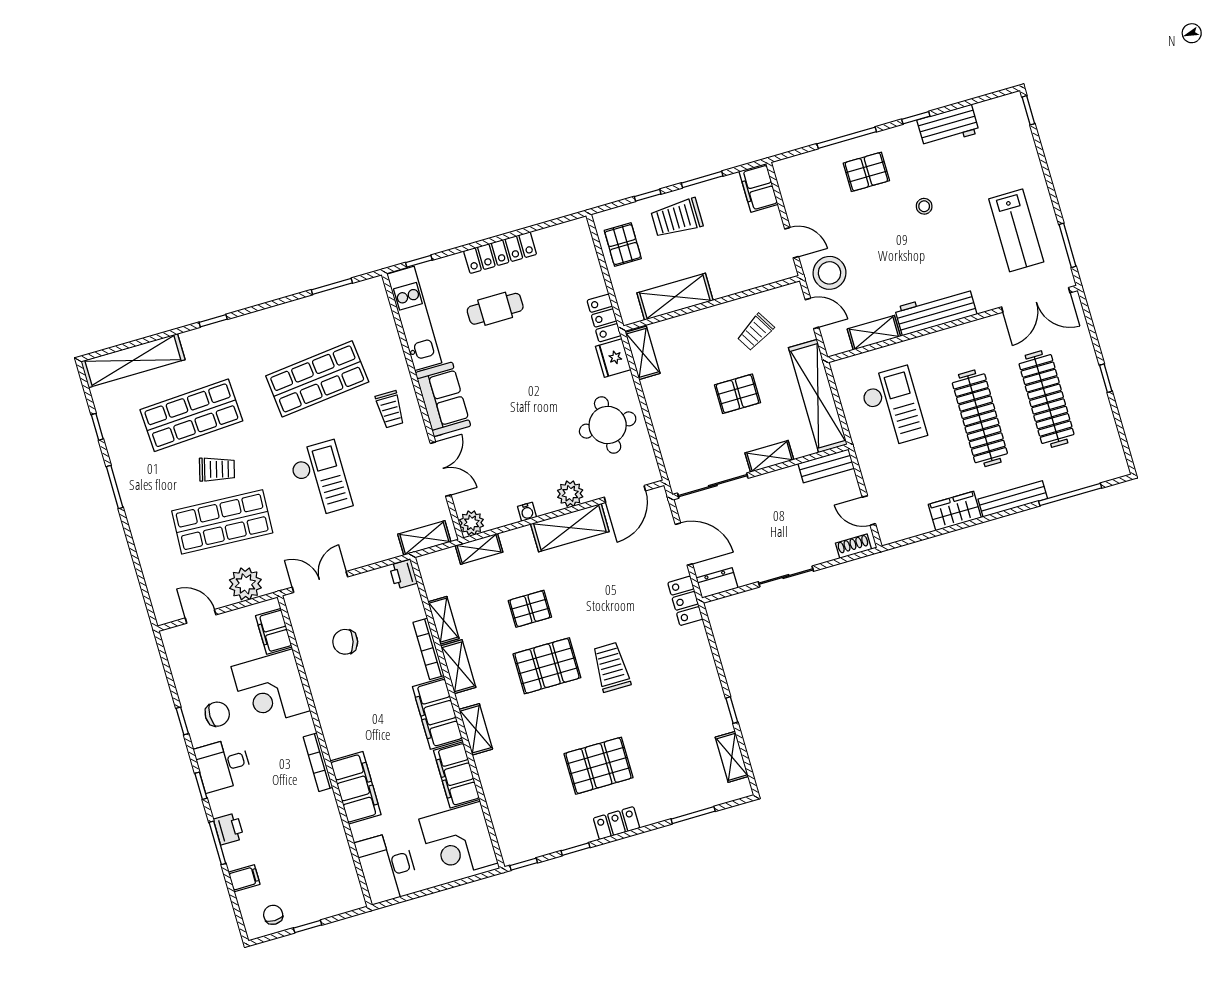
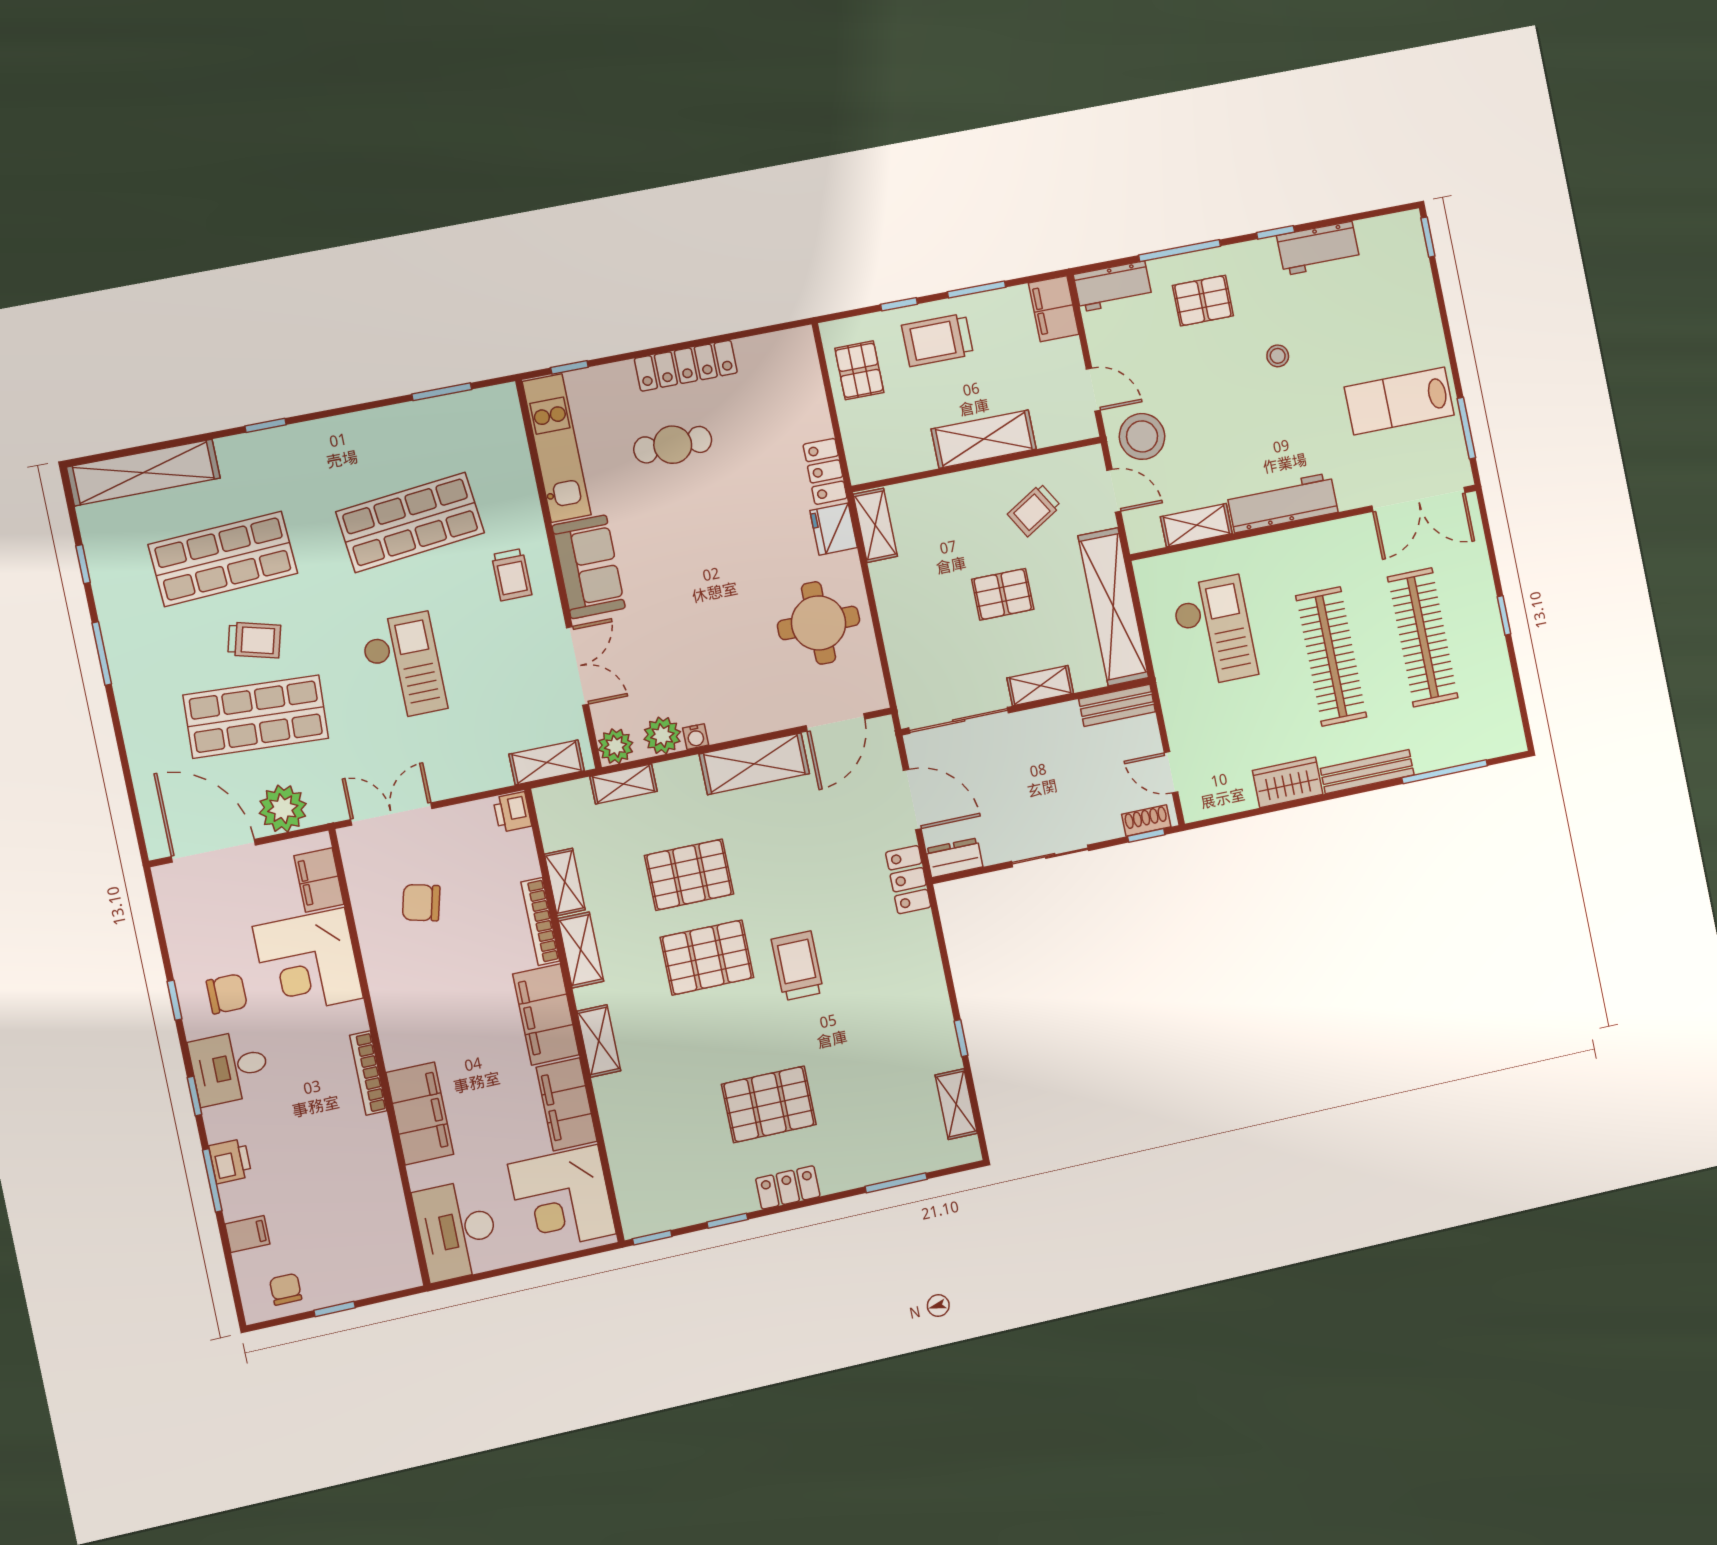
workbench: (800, 168) -> (1113, 286), added
lab bench: (1016, 230) -> (1399, 401), turned 90
shelving: (675, 297) -> (984, 439), moved
plant: (570, 494) -> (662, 735), moved
window: (854, 557) -> (1146, 835), added
pallet: (530, 609) -> (689, 875), width x1.50, depth x1.42
door: (201, 616) -> (213, 851), width x1.88

